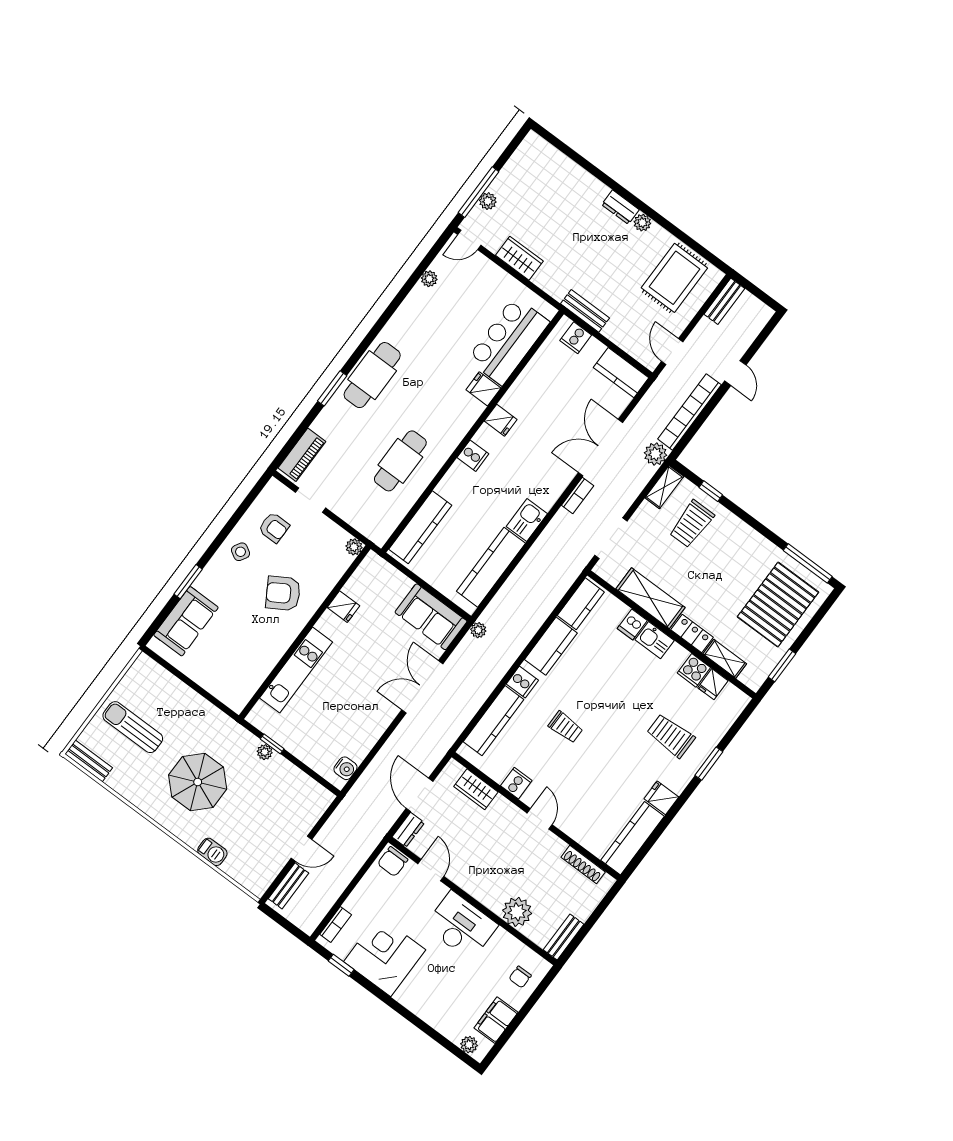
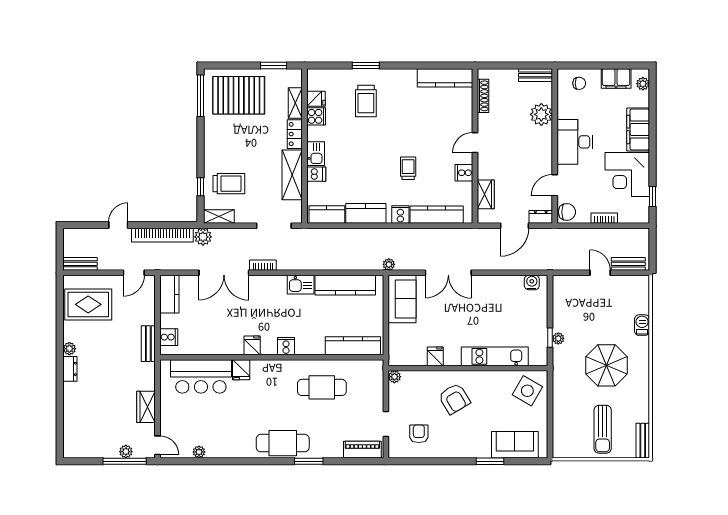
side table: (240, 552) -> (527, 391), moved, width x1.87, depth x1.87
fridge: (661, 798) -> (408, 79), removed
bookcase: (336, 924) -> (604, 218), moved
filing cabinet: (424, 1003) -> (638, 129), added

